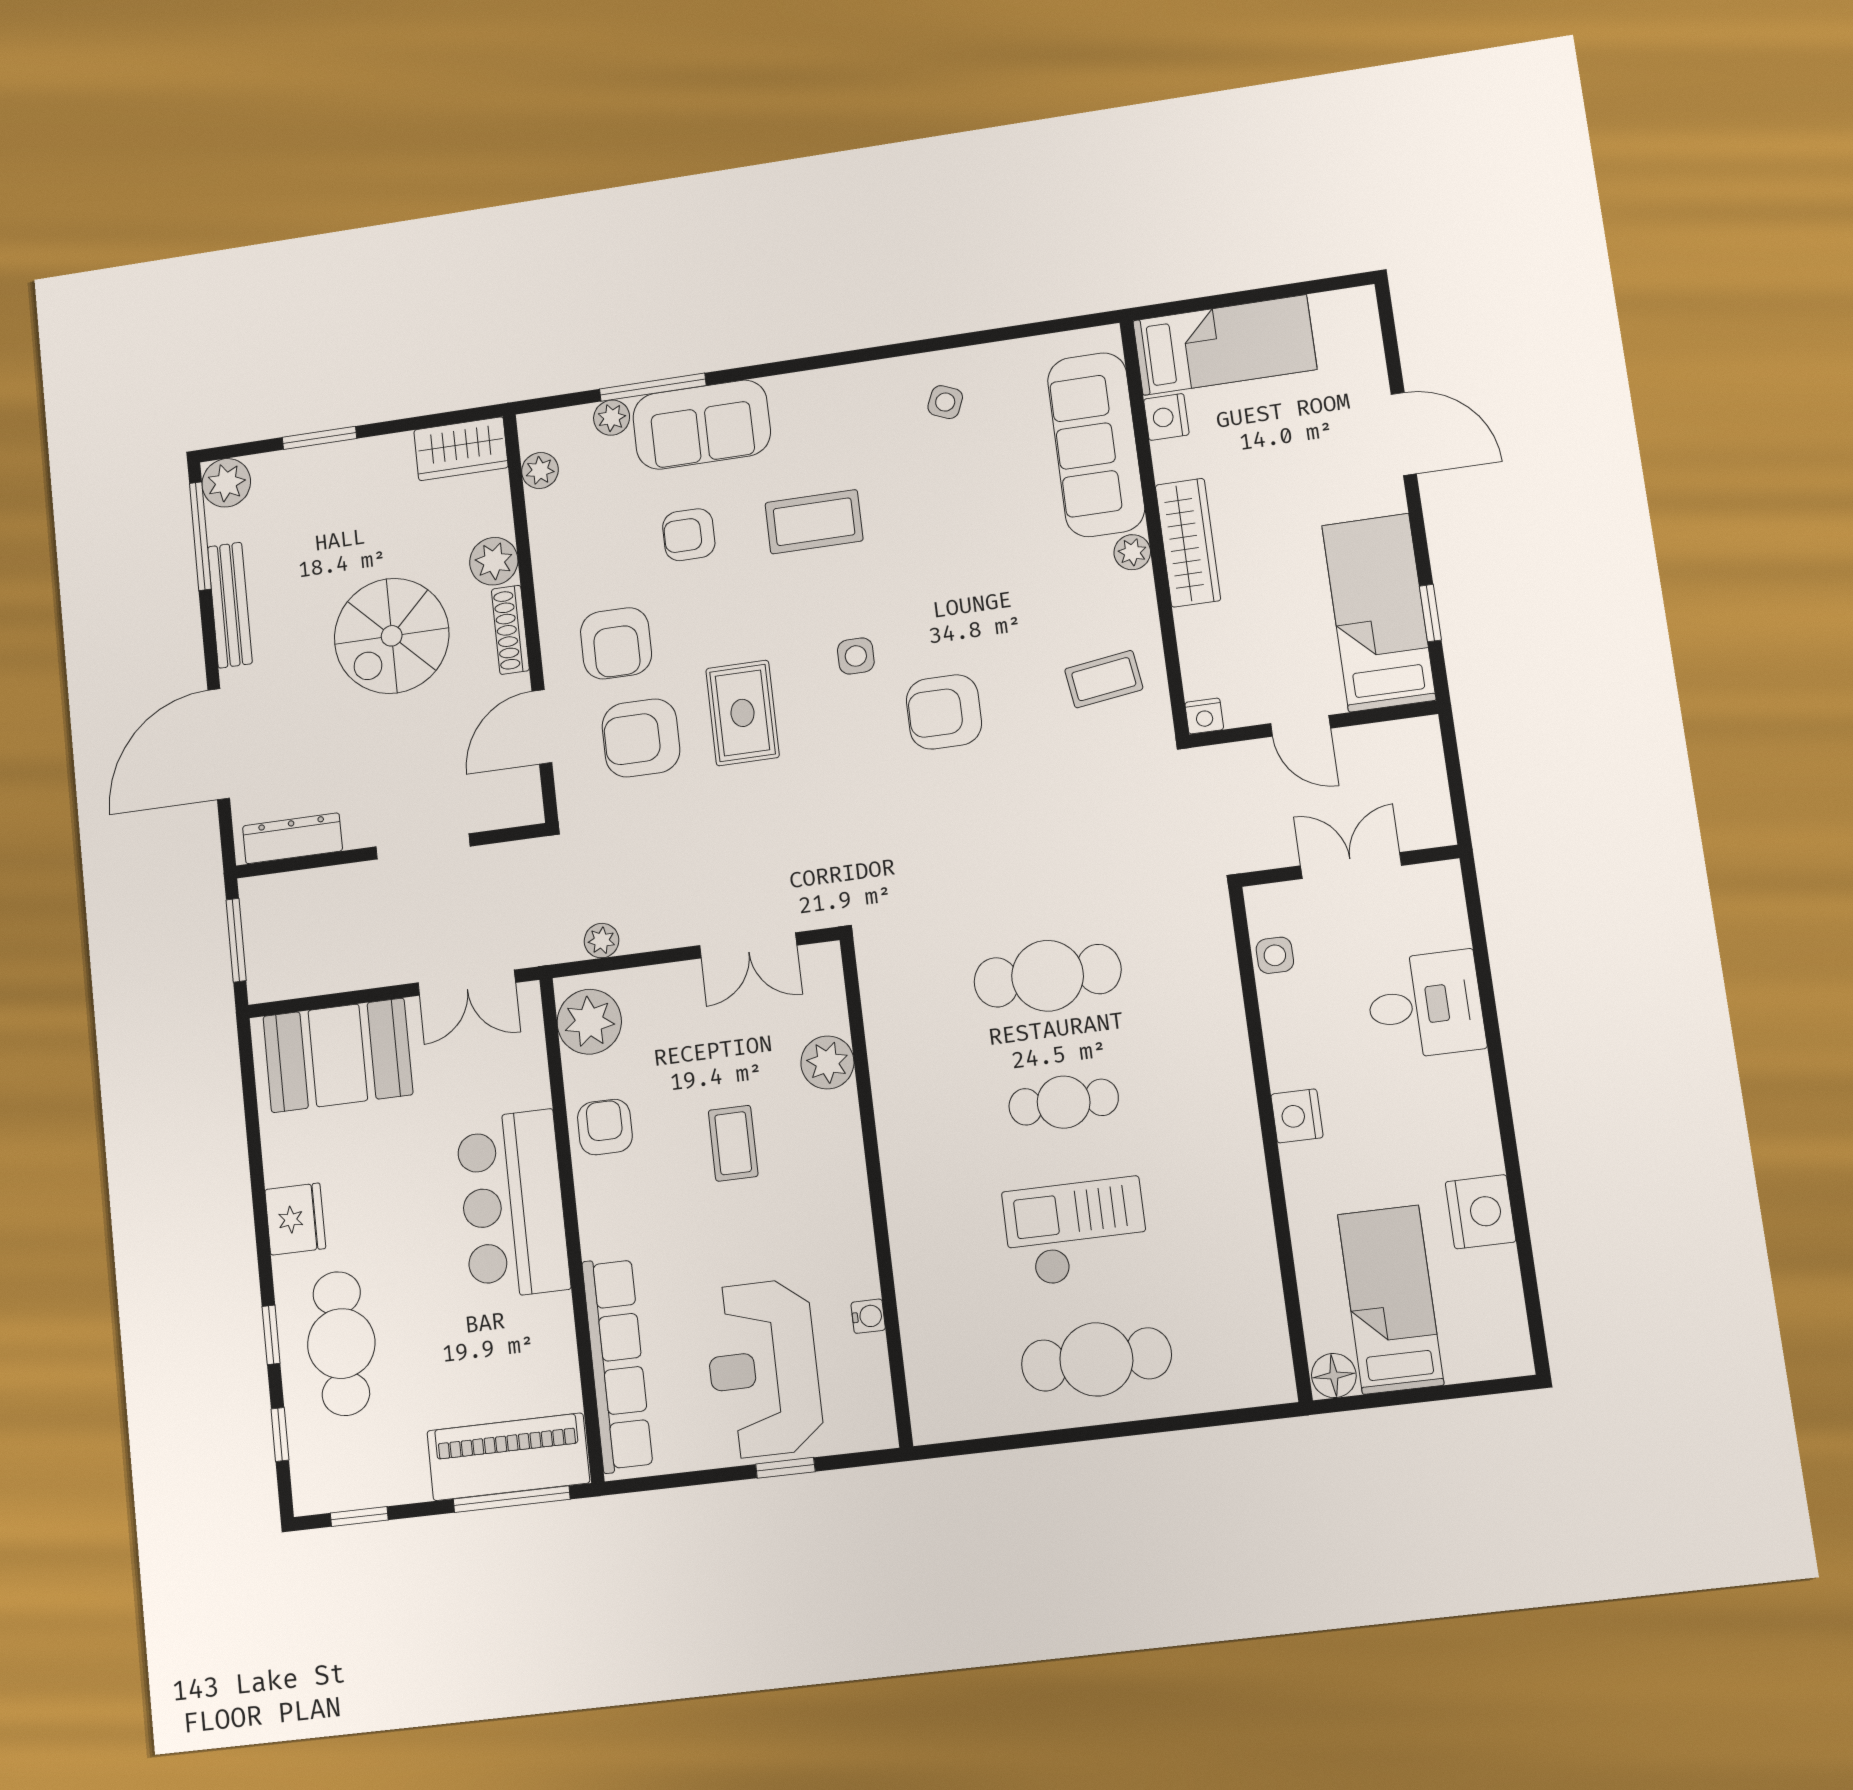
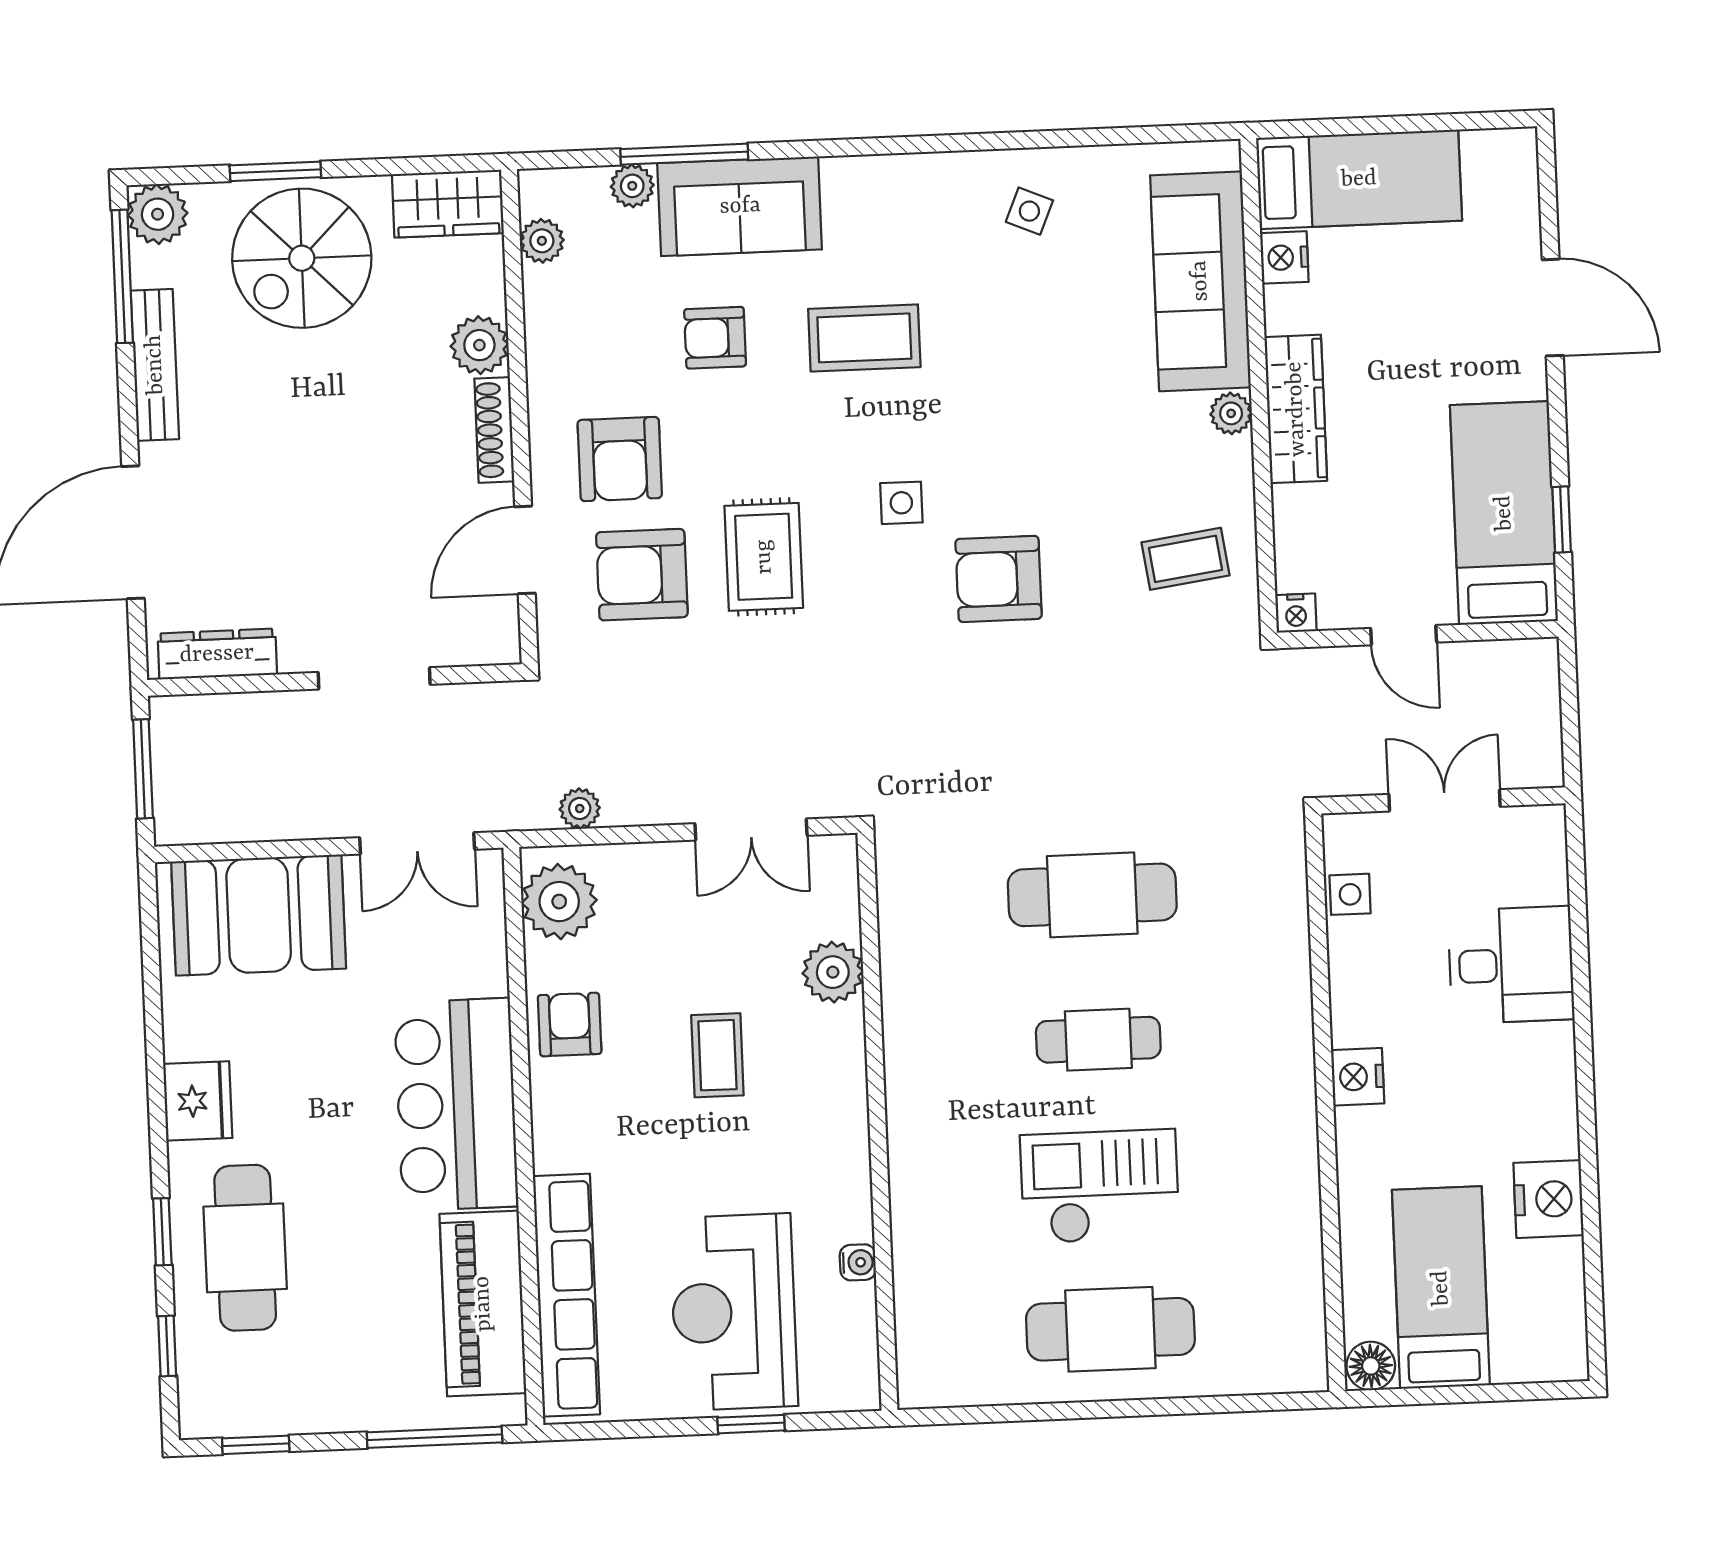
spiral stairs: (392, 636) -> (302, 258), moved
piano: (508, 1457) -> (483, 1304), moved, turned -90

